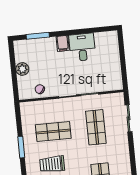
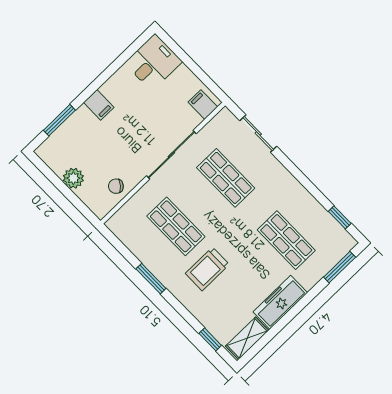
desk: (82, 47) -> (153, 62), moved, turned 90
filing cabinet: (113, 83) -> (203, 105), added
shop shelf: (53, 132) -> (176, 226), turned 90

